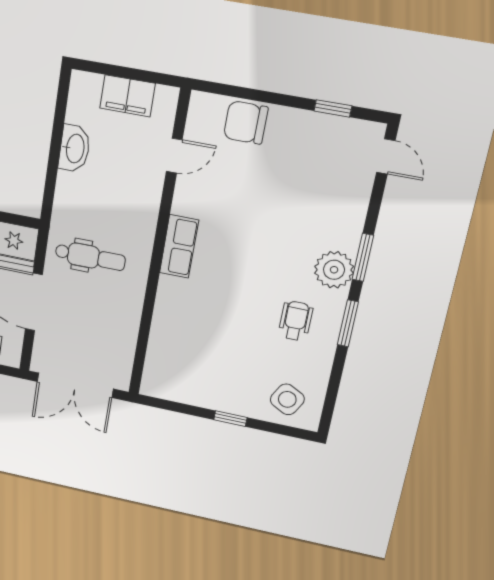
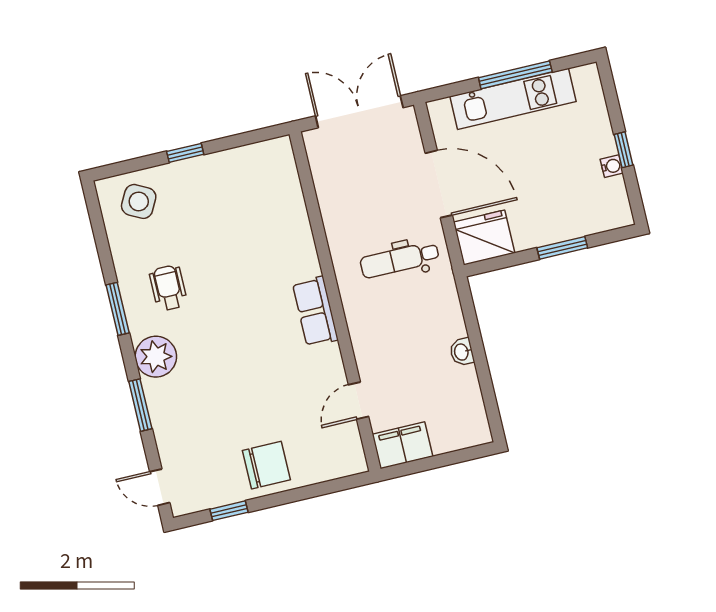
filing cabinet: (127, 96) -> (403, 445), moved
chair: (246, 122) -> (266, 465), moved
washbasin: (74, 148) -> (462, 352), width x0.52, depth x0.69
window: (363, 257) -> (140, 405), moved
wheelchair: (296, 321) -> (168, 288), turned 180

